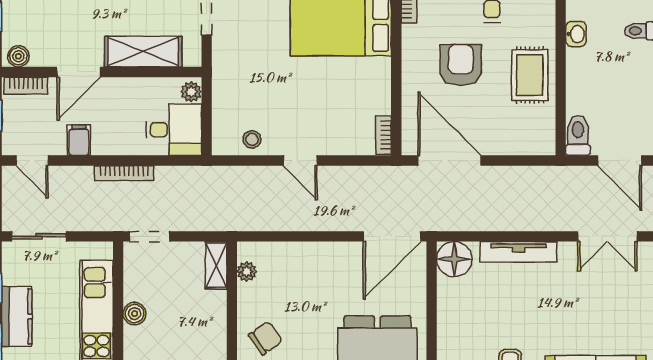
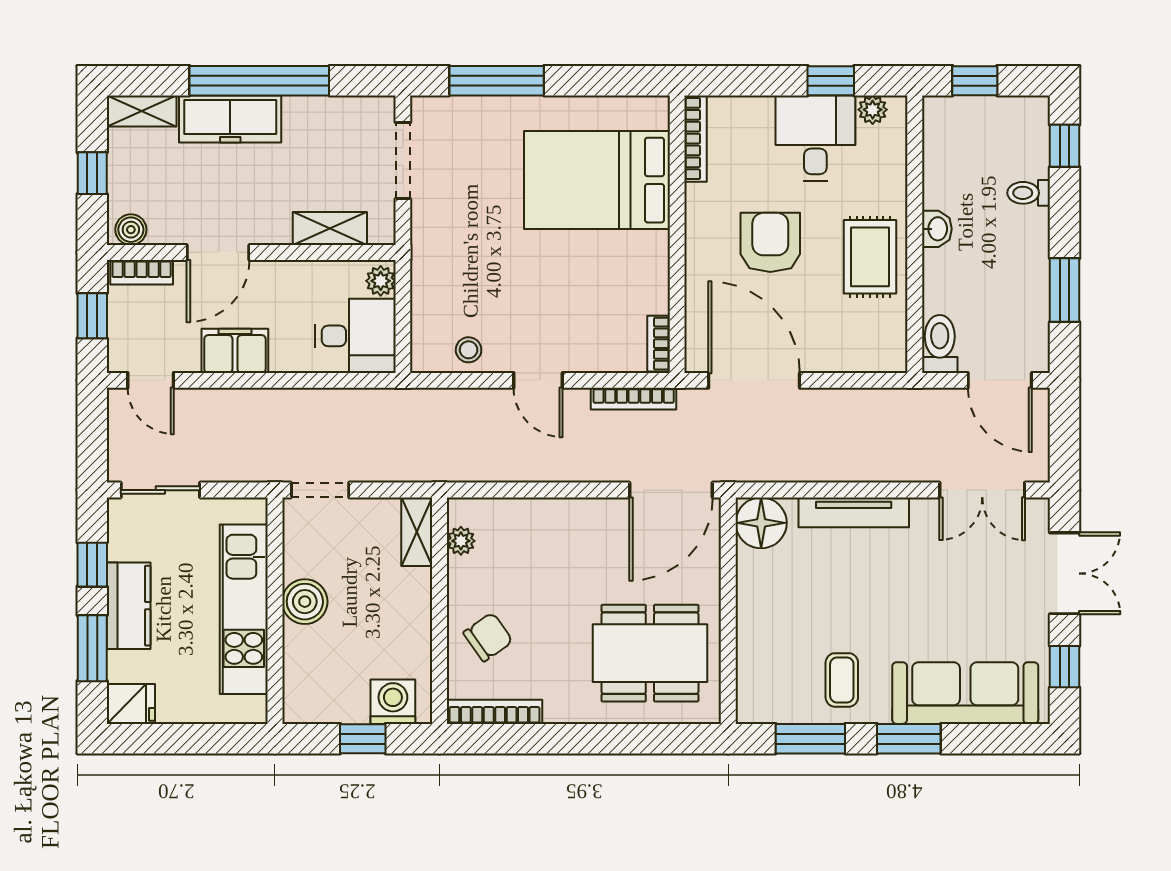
washbasin: (576, 34) -> (937, 229), moved
shelving: (143, 52) -> (330, 228), width x0.67, depth x0.75
filing cabinet: (79, 140) -> (235, 351), width x2.00
bookcase: (124, 173) -> (634, 399), moved
boiler: (135, 314) -> (305, 602), width x1.36, depth x1.36

